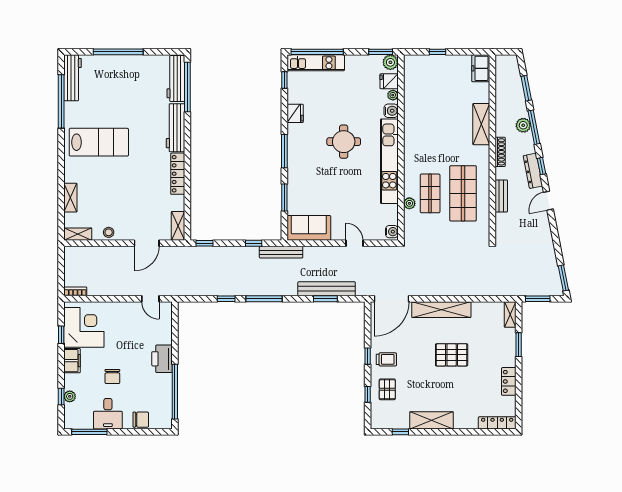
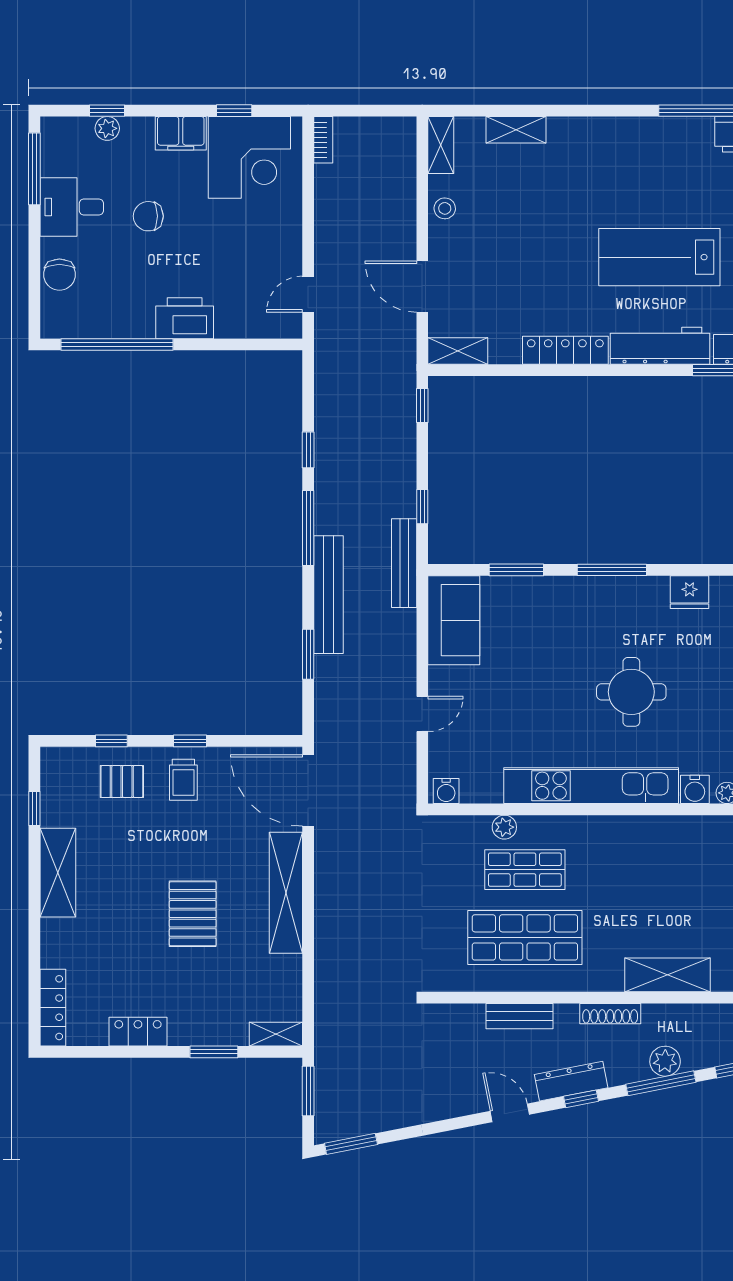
lab bench: (99, 142) -> (659, 257), moved, turned 90
bench: (327, 289) -> (329, 595), moved

